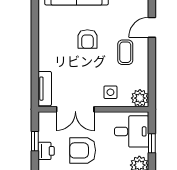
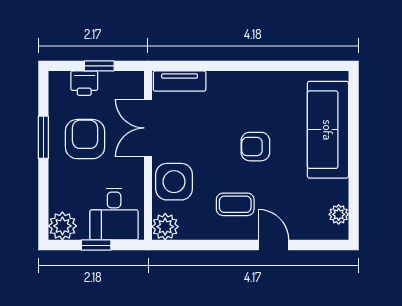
side table: (110, 92) -> (174, 182), width x1.87, depth x1.87

